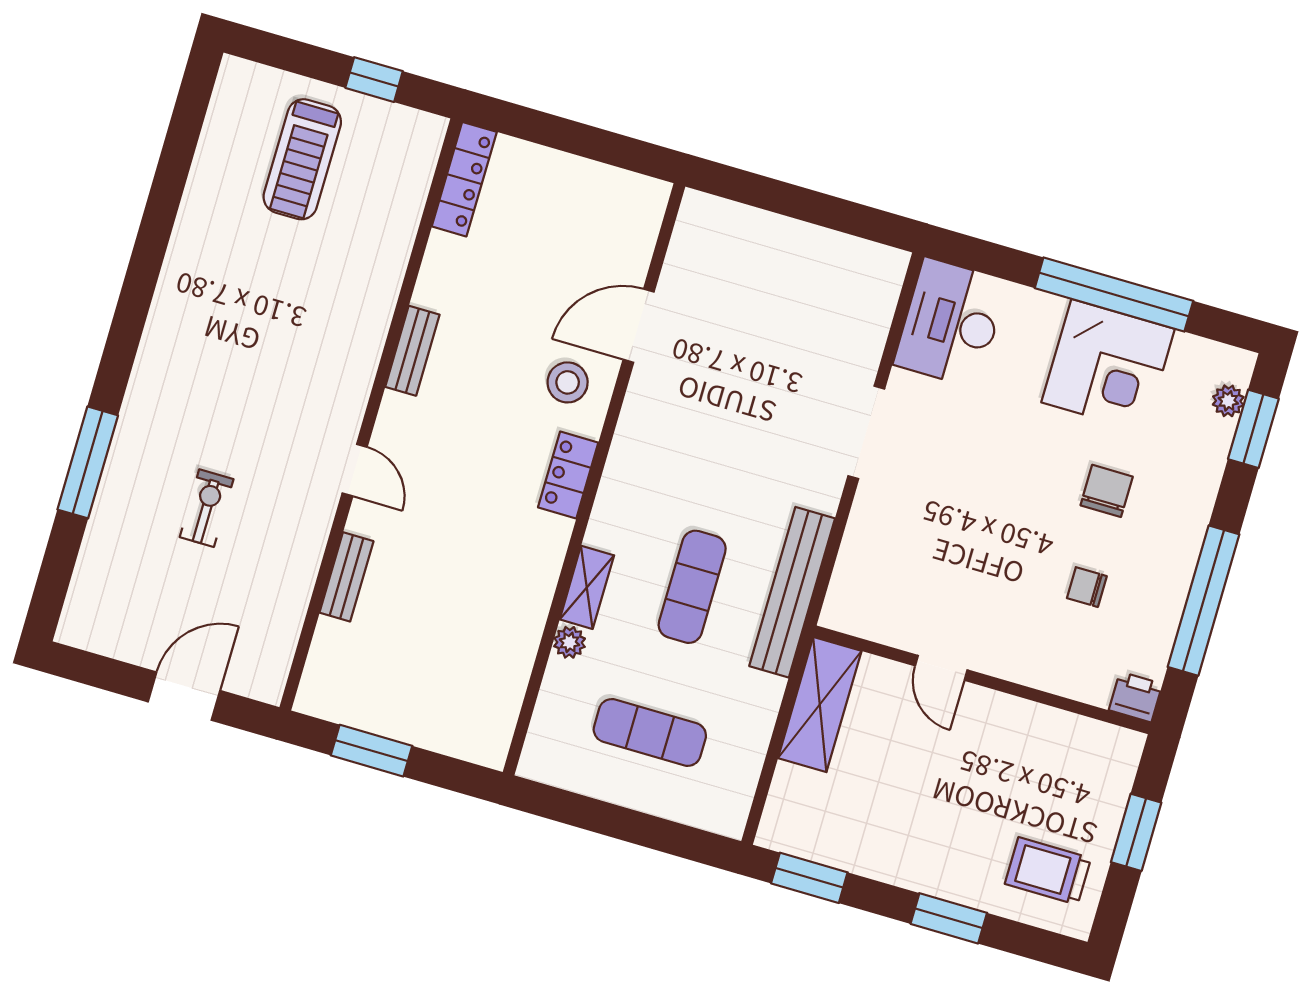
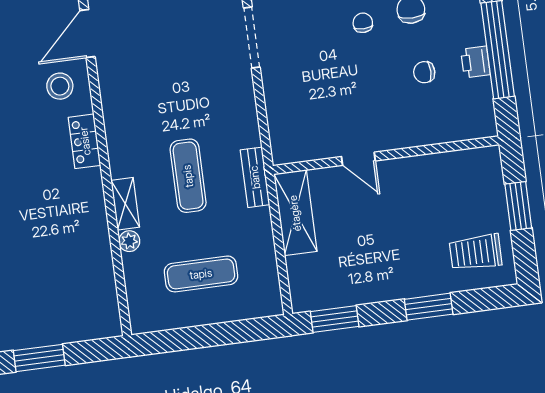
chair: (1031, 480) -> (363, 23), added
bench: (792, 592) -> (255, 177), width x0.54, depth x0.82
printer: (1136, 697) -> (475, 62), moved, turned -90

